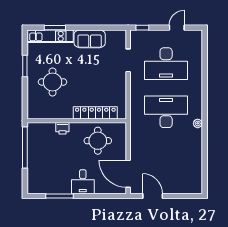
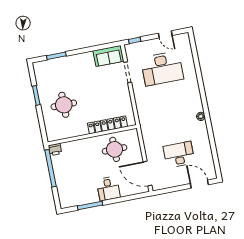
door: (177, 28) -> (165, 34), swing flipped
kitchen unit: (50, 36) -> (54, 64), removed
sofa: (90, 39) -> (108, 56), moved
desk: (166, 112) -> (179, 155), moved, width x0.73, depth x0.77
printer: (62, 128) -> (55, 150), moved
door: (153, 196) -> (199, 184), moved

